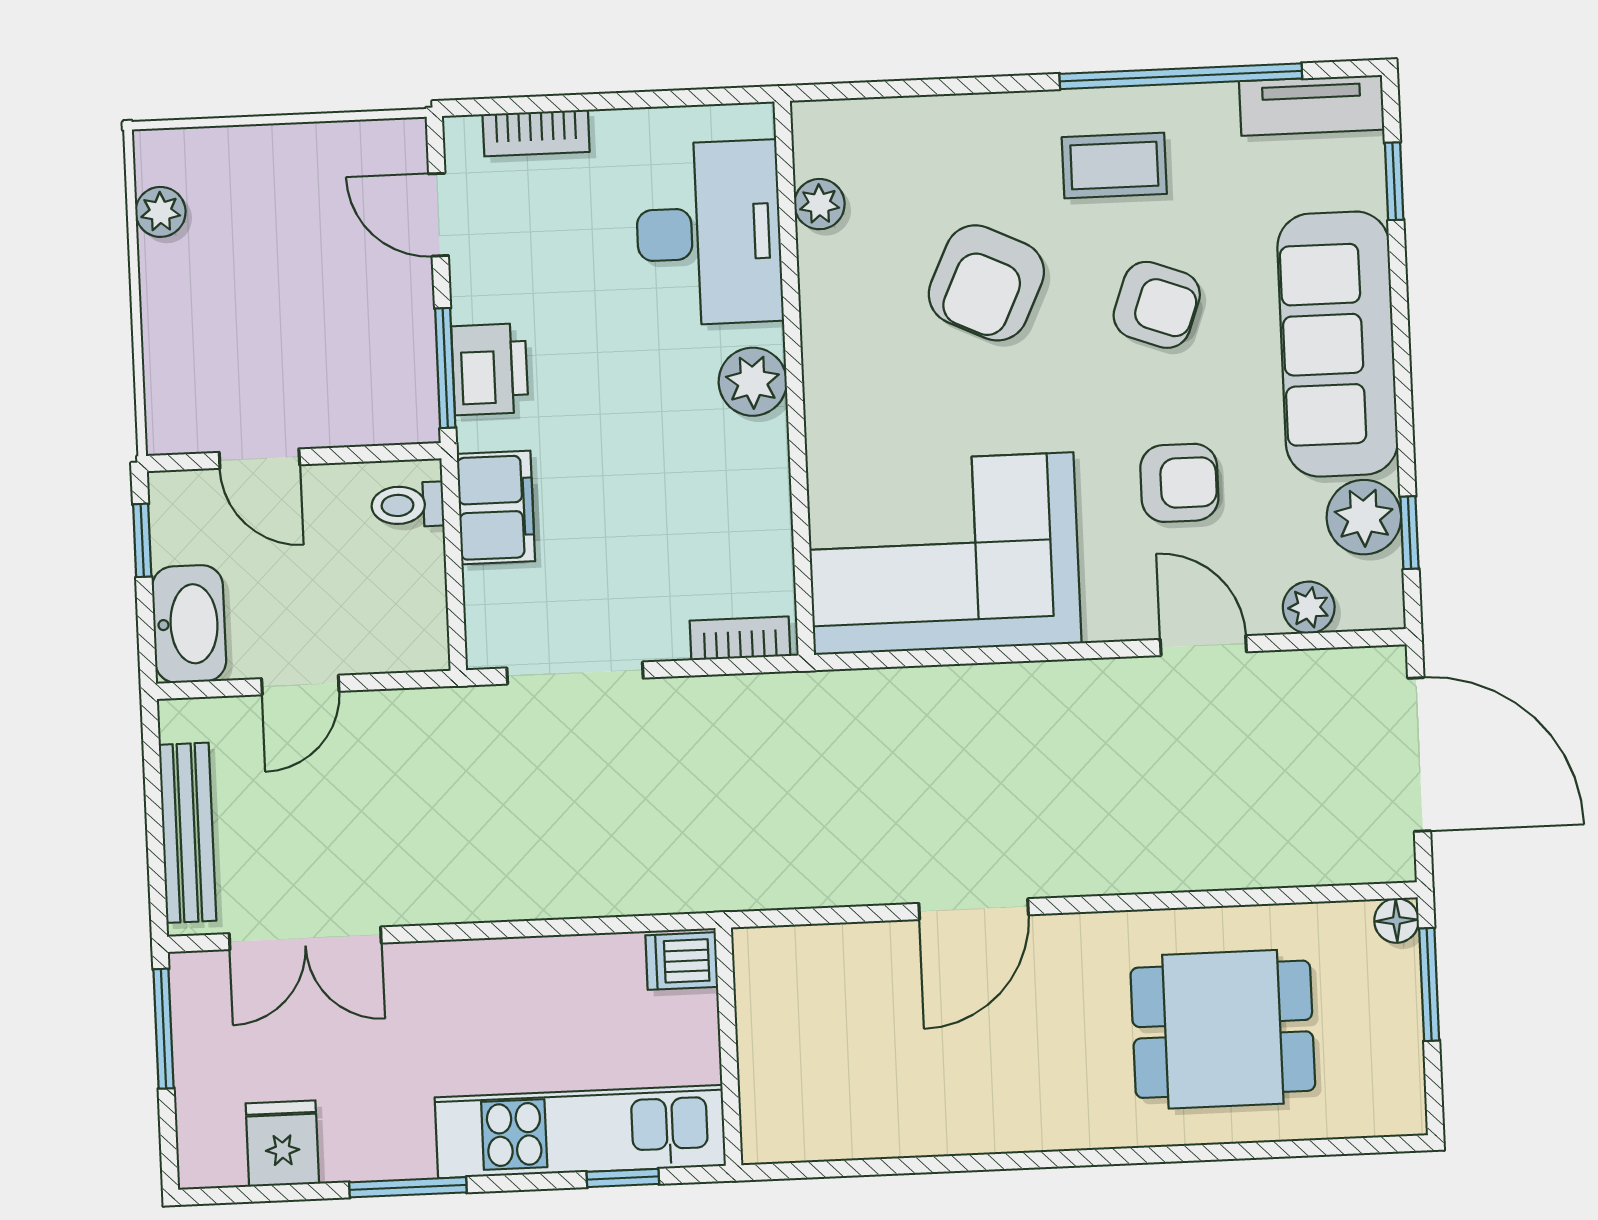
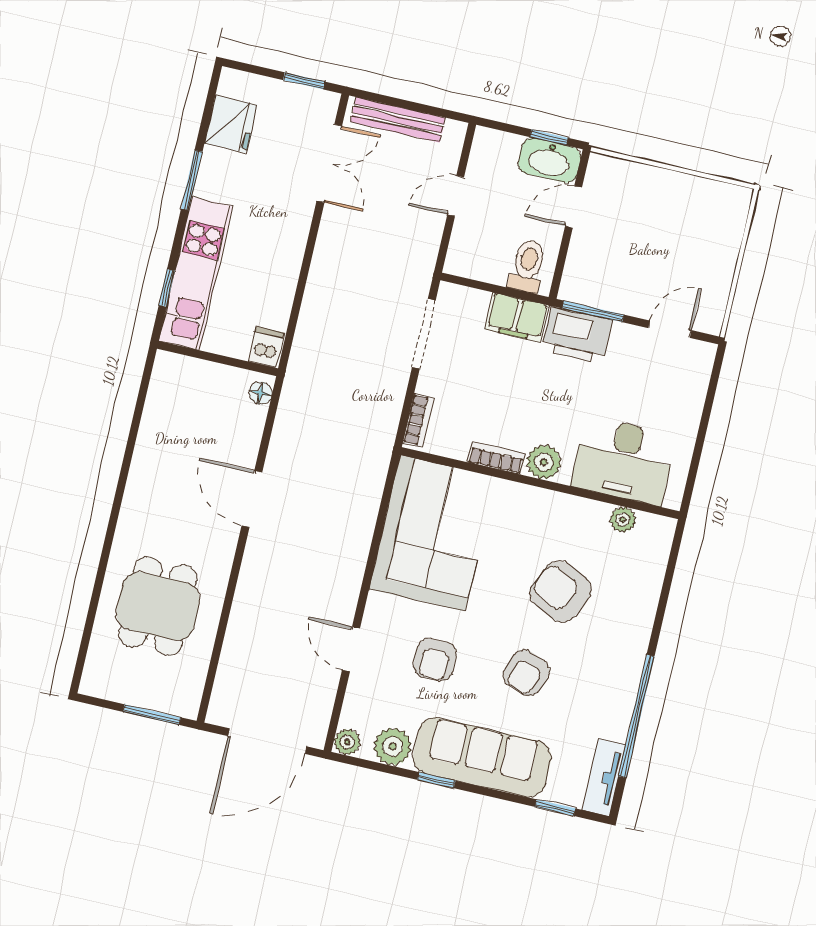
bookcase: (536, 133) -> (496, 458), moved, turned 90
coffee table: (1114, 166) -> (601, 671), removed
plant: (161, 212) -> (709, 192), removed
printer: (490, 369) -> (577, 335), width x1.37, depth x1.19
toilet: (408, 505) -> (528, 266), width x1.37, depth x1.39
window: (1409, 533) -> (436, 780), moved
plant: (1309, 607) -> (347, 742), moved
washbasin: (189, 624) -> (549, 160), moved
door: (1203, 646) -> (351, 649), swing flipped
door: (300, 685) -> (456, 196), hinge flipped
floor lamp: (1396, 921) -> (261, 393), moved
double door: (305, 938) -> (329, 164), swing flipped
window: (163, 1029) -> (304, 81), width x0.67
fridge: (282, 1143) -> (231, 124), width x1.38

